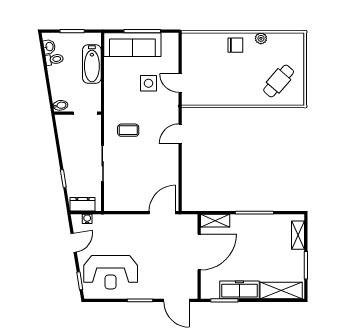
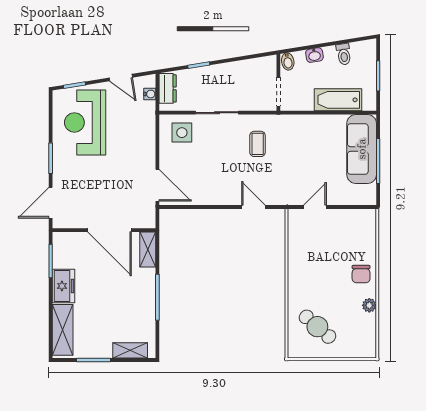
washbasin: (49, 47) -> (314, 55), moved
side table: (149, 83) -> (182, 133), moved
freezer: (239, 290) -> (64, 286), width x0.71

